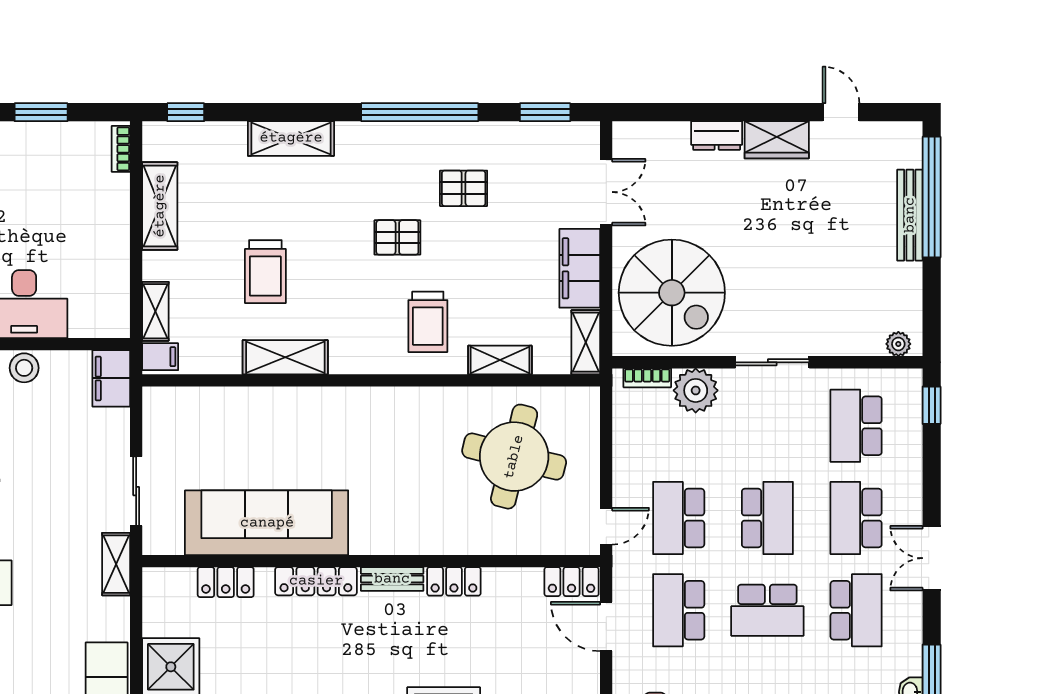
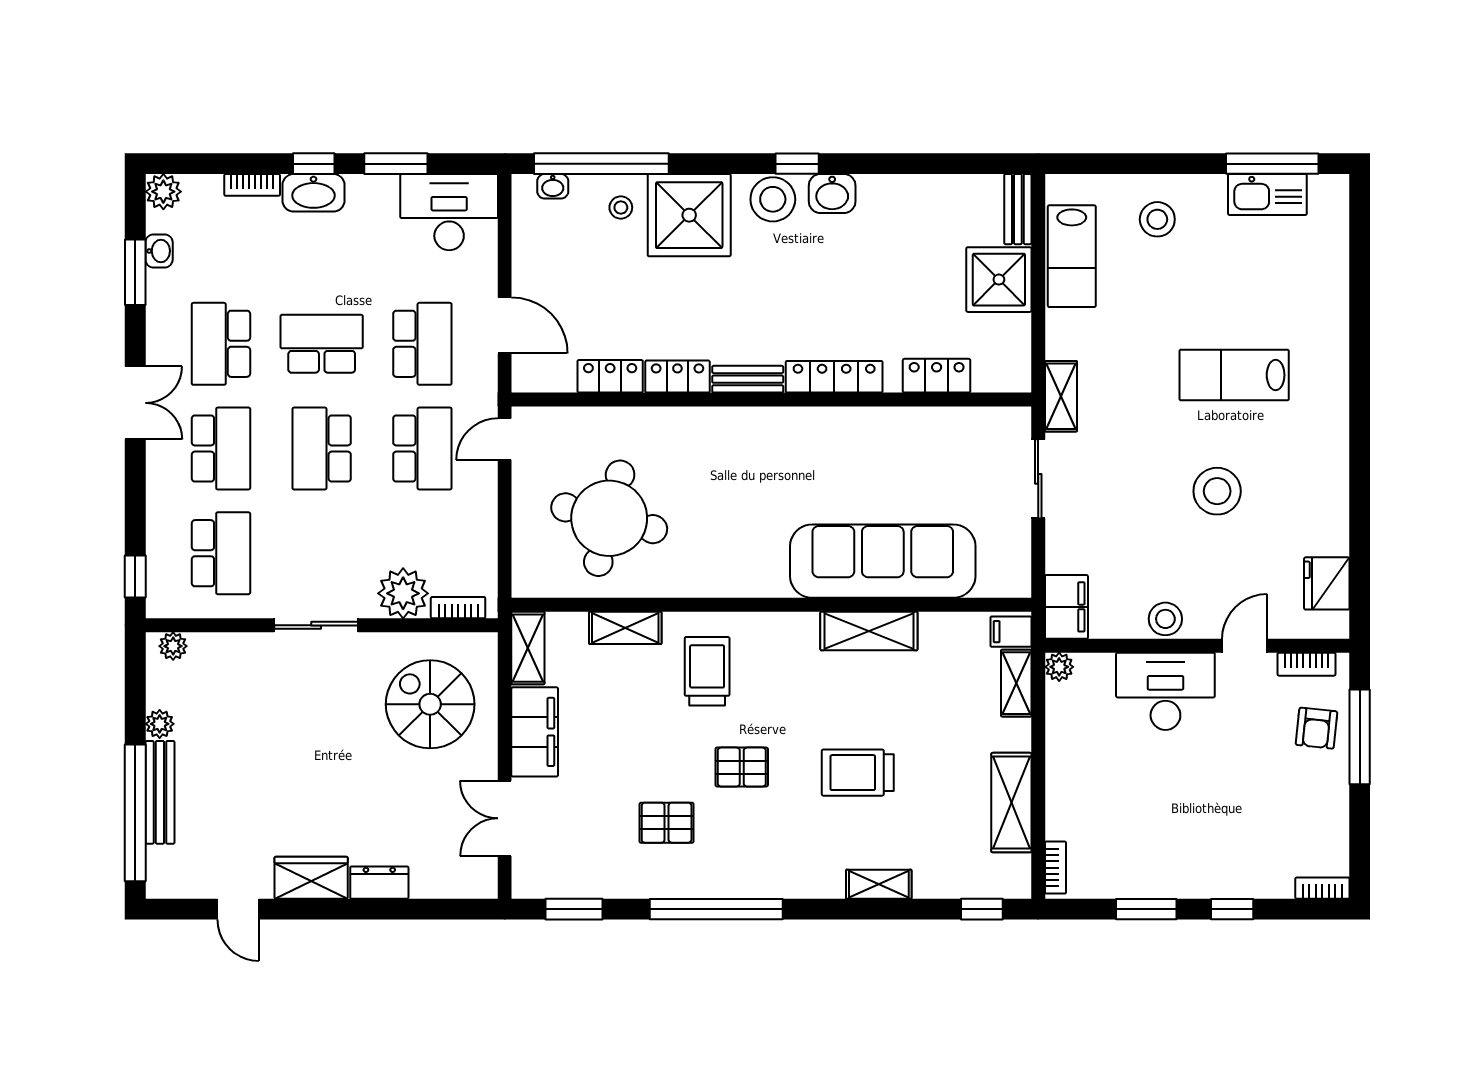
shelving: (291, 138) -> (879, 884), width x0.67, depth x0.75
trolley: (265, 272) -> (858, 773), moved, turned -90
plant: (910, 275) -> (160, 724), added
spiral stairs: (672, 293) -> (430, 704), width x0.73, depth x0.73
plant: (118, 326) -> (1059, 667), added
sofa: (267, 523) -> (883, 561), moved, turned 180
locker: (572, 582) -> (610, 376), moved

